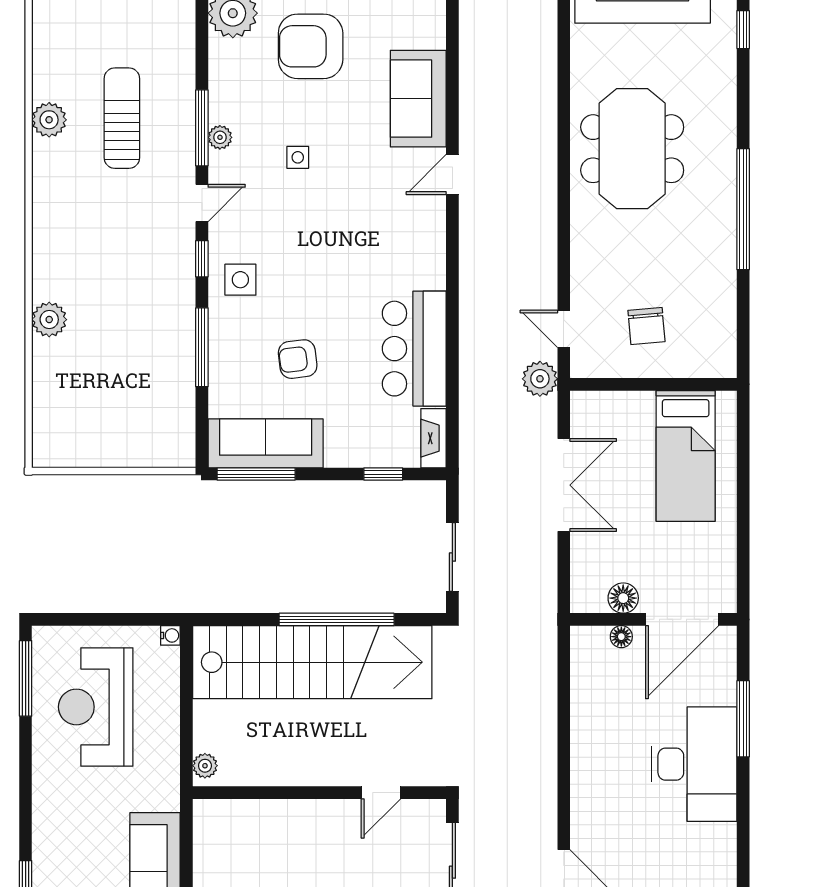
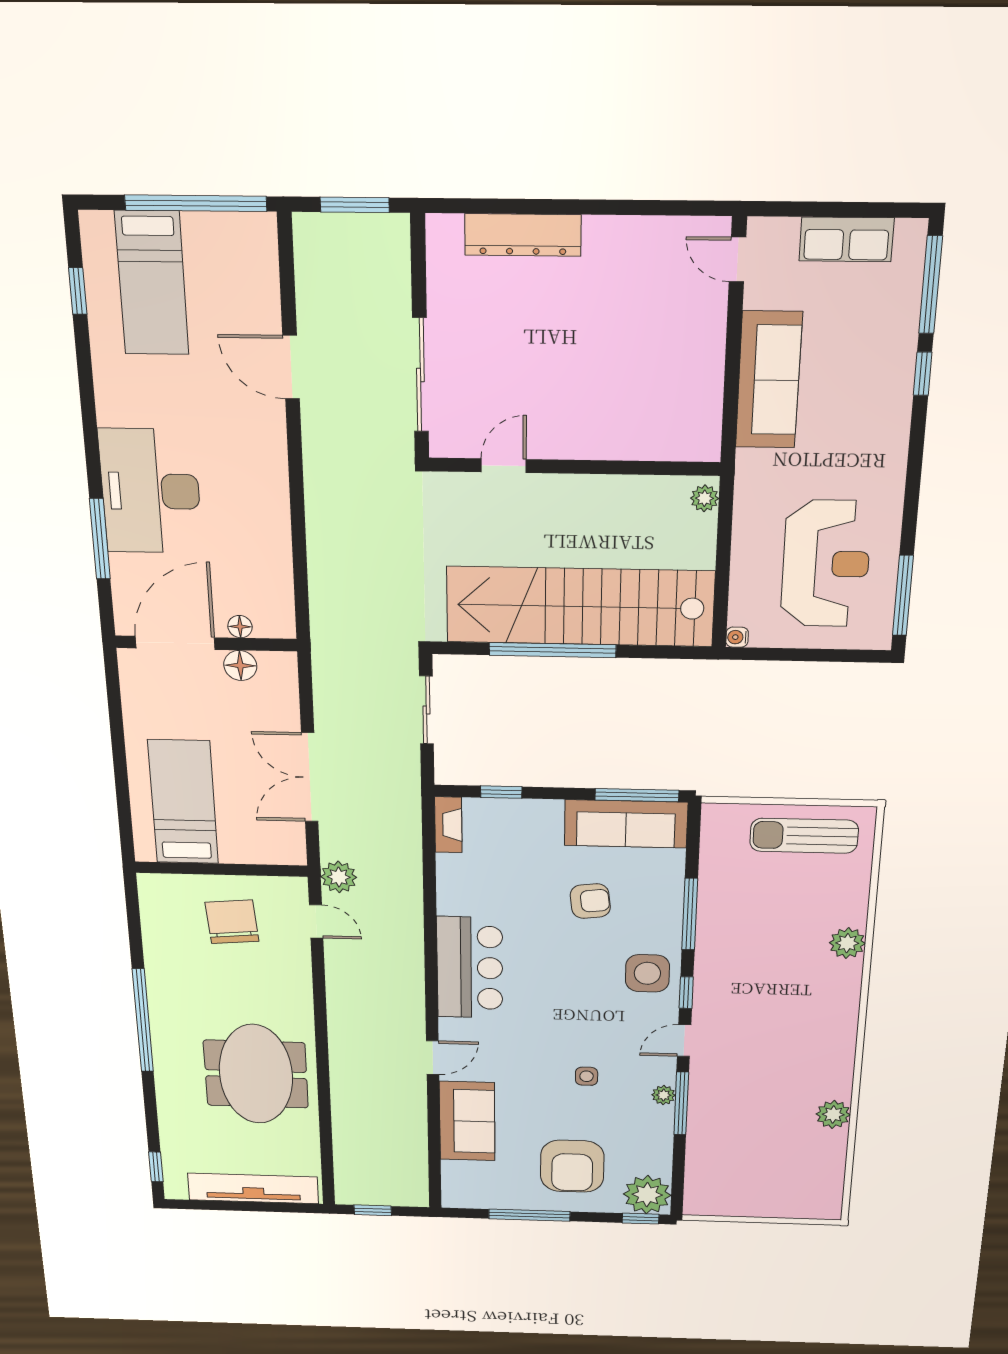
armchair: (311, 46) -> (572, 1166), turned 90
sun lounger: (122, 118) -> (804, 836), moved, turned 90
side table: (240, 280) -> (647, 973), width x1.37, depth x1.37
chair: (646, 326) -> (232, 922), width x1.37, depth x1.37
bar counter: (414, 349) -> (470, 968), moved

